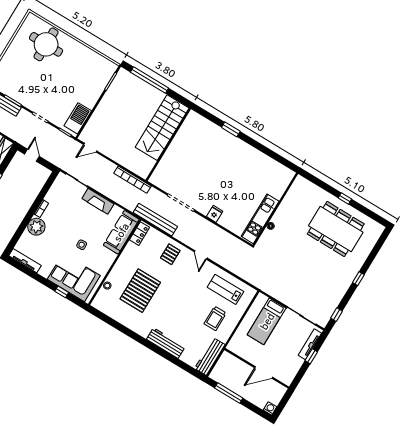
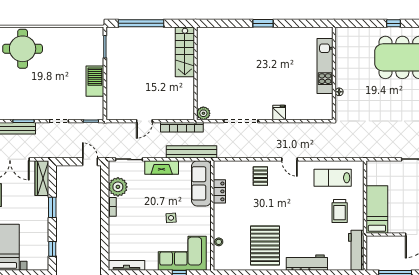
barbecue: (78, 118) -> (95, 81), moved
stairs: (162, 128) -> (185, 52), width x0.73, depth x0.66
window: (231, 129) -> (263, 23), moved
door: (90, 148) -> (144, 121), moved
door: (32, 155) -> (90, 162), moved
plant: (156, 179) -> (203, 113), added
kitchen unit: (260, 219) -> (325, 66), moved
bench: (155, 220) -> (191, 152), moved
plant: (36, 227) -> (118, 187), moved
locker: (140, 234) -> (219, 191), moved
pallet: (140, 291) -> (265, 245), moved
bed: (267, 321) -> (377, 209), moved, turned 180

